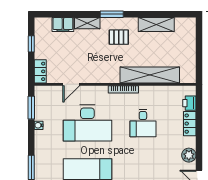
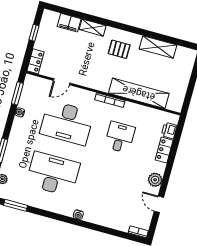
window: (112, 14) -> (118, 26), removed
desk: (143, 123) -> (120, 137), turned 180

